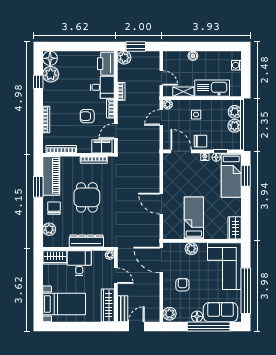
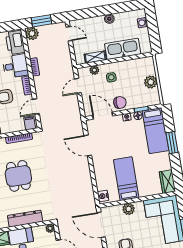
boiler: (193, 56) -> (109, 19), moved
door: (161, 78) -> (69, 34), moved
plant: (168, 104) -> (94, 70), moved
plant: (235, 112) -> (149, 68), removed
filing cabinet: (102, 146) -> (30, 123), width x0.50
window: (246, 176) -> (172, 143), moved
door: (161, 204) -> (88, 145), moved
nightstand: (168, 232) -> (103, 196), added

